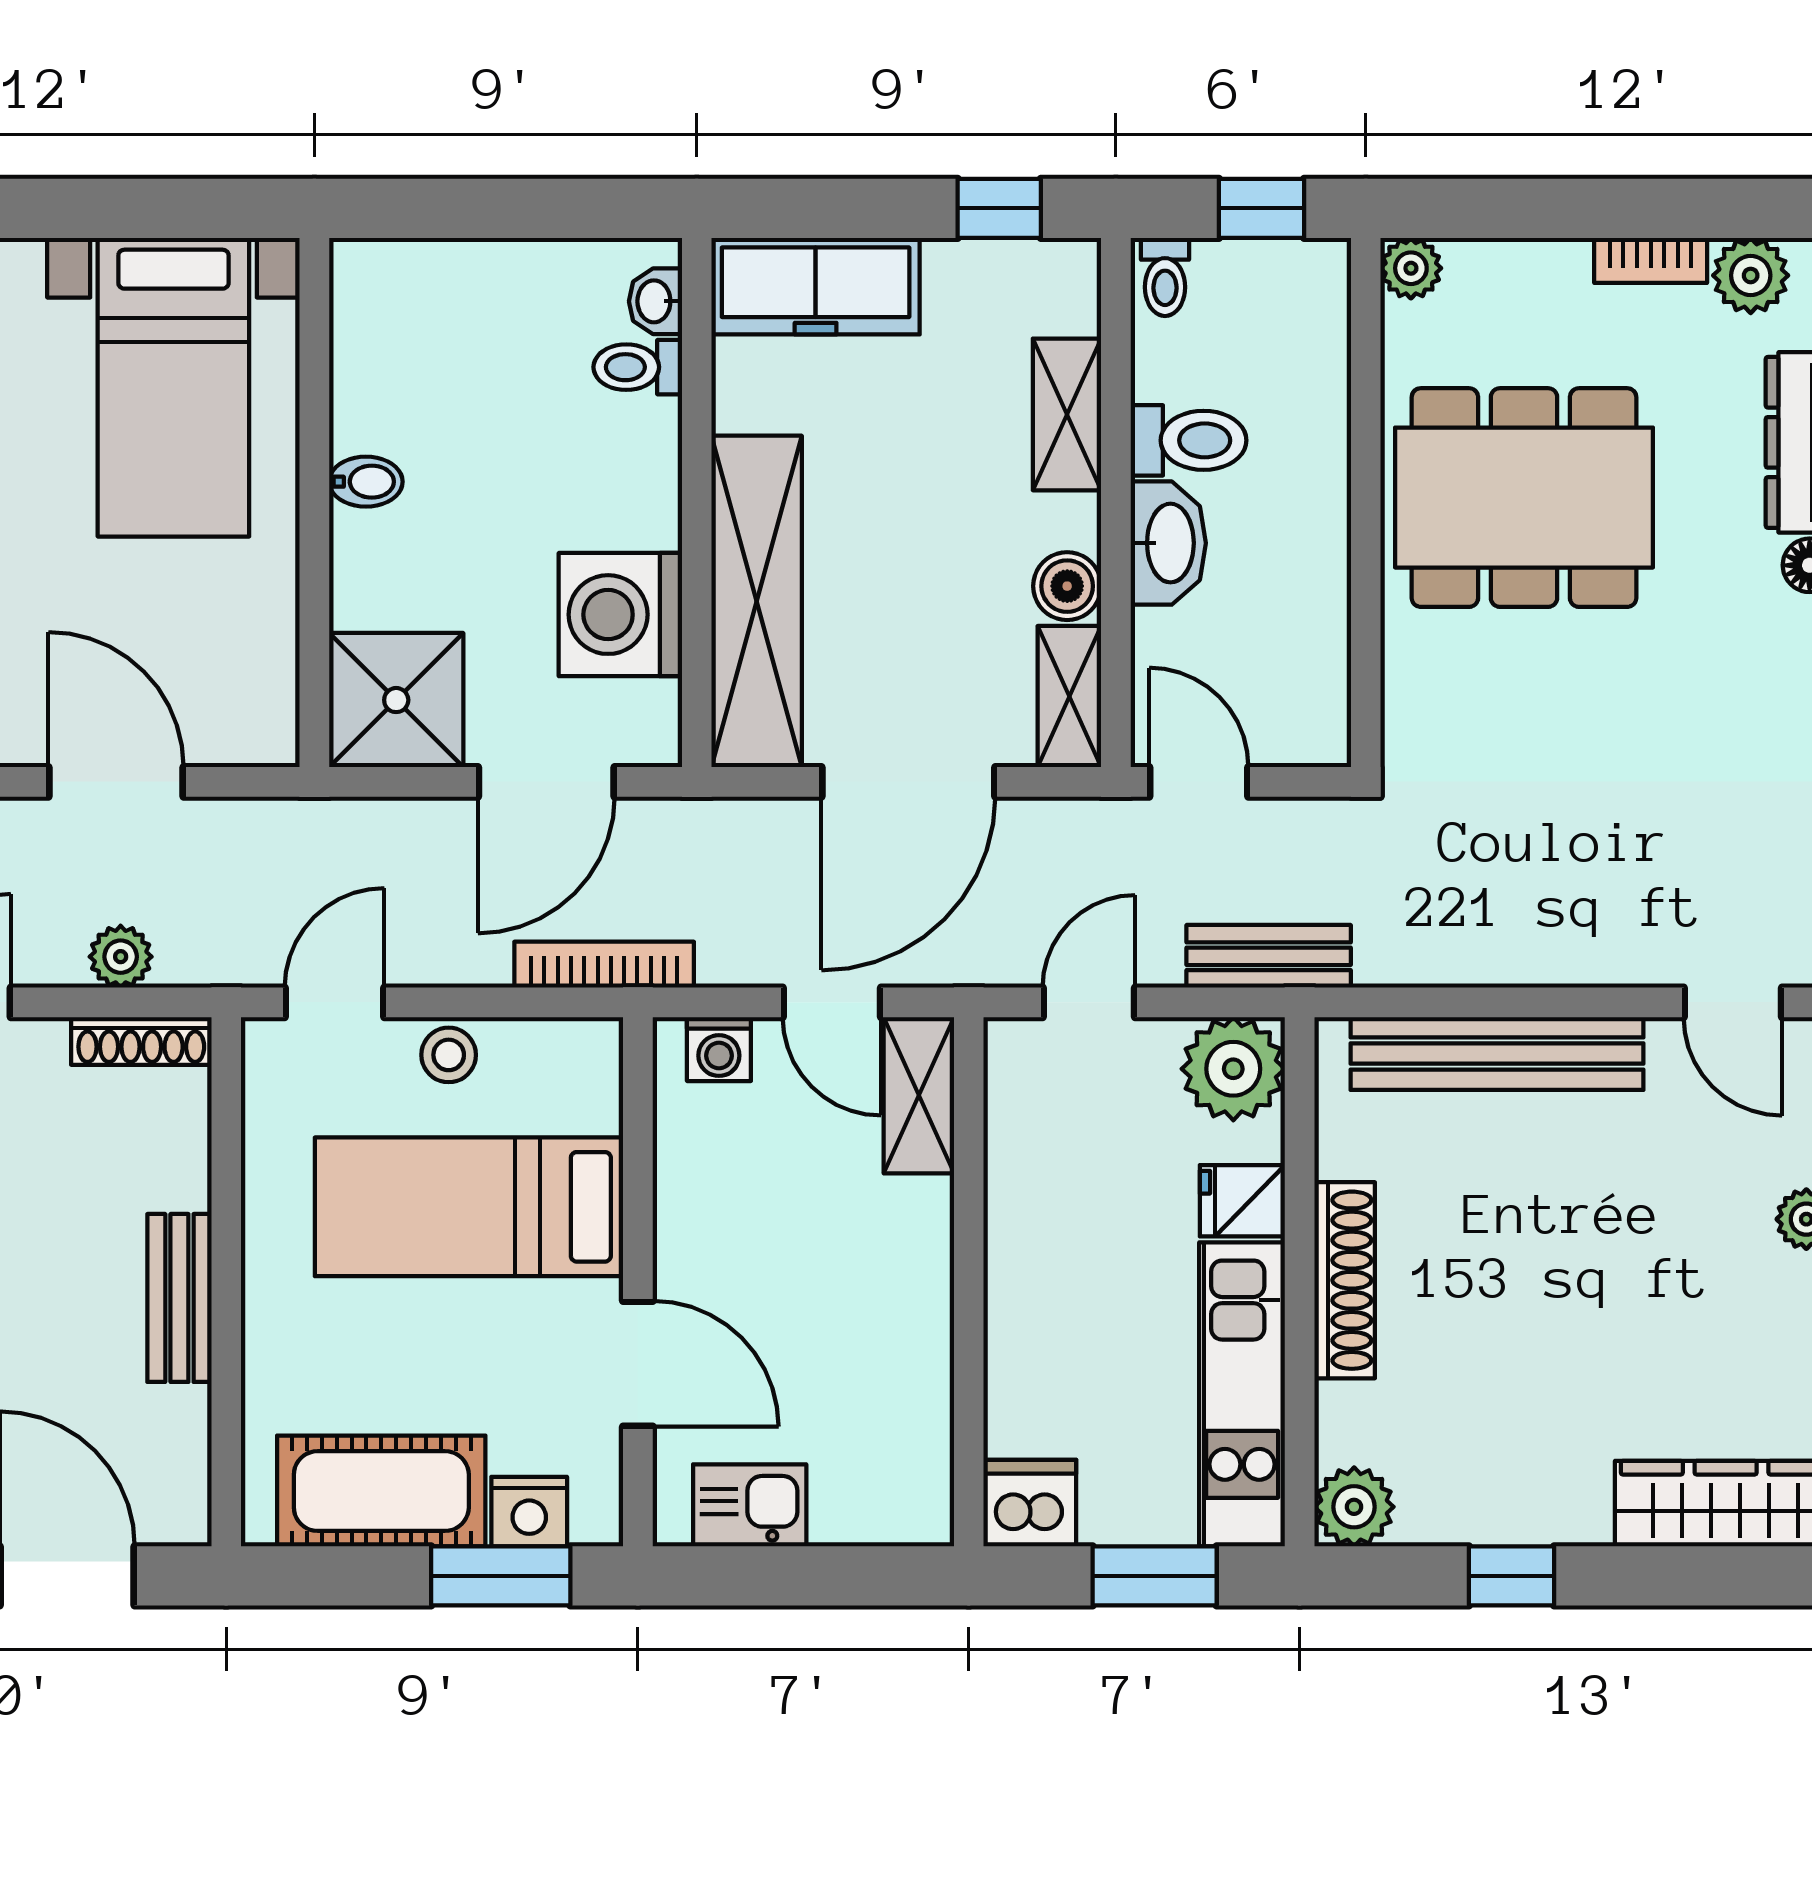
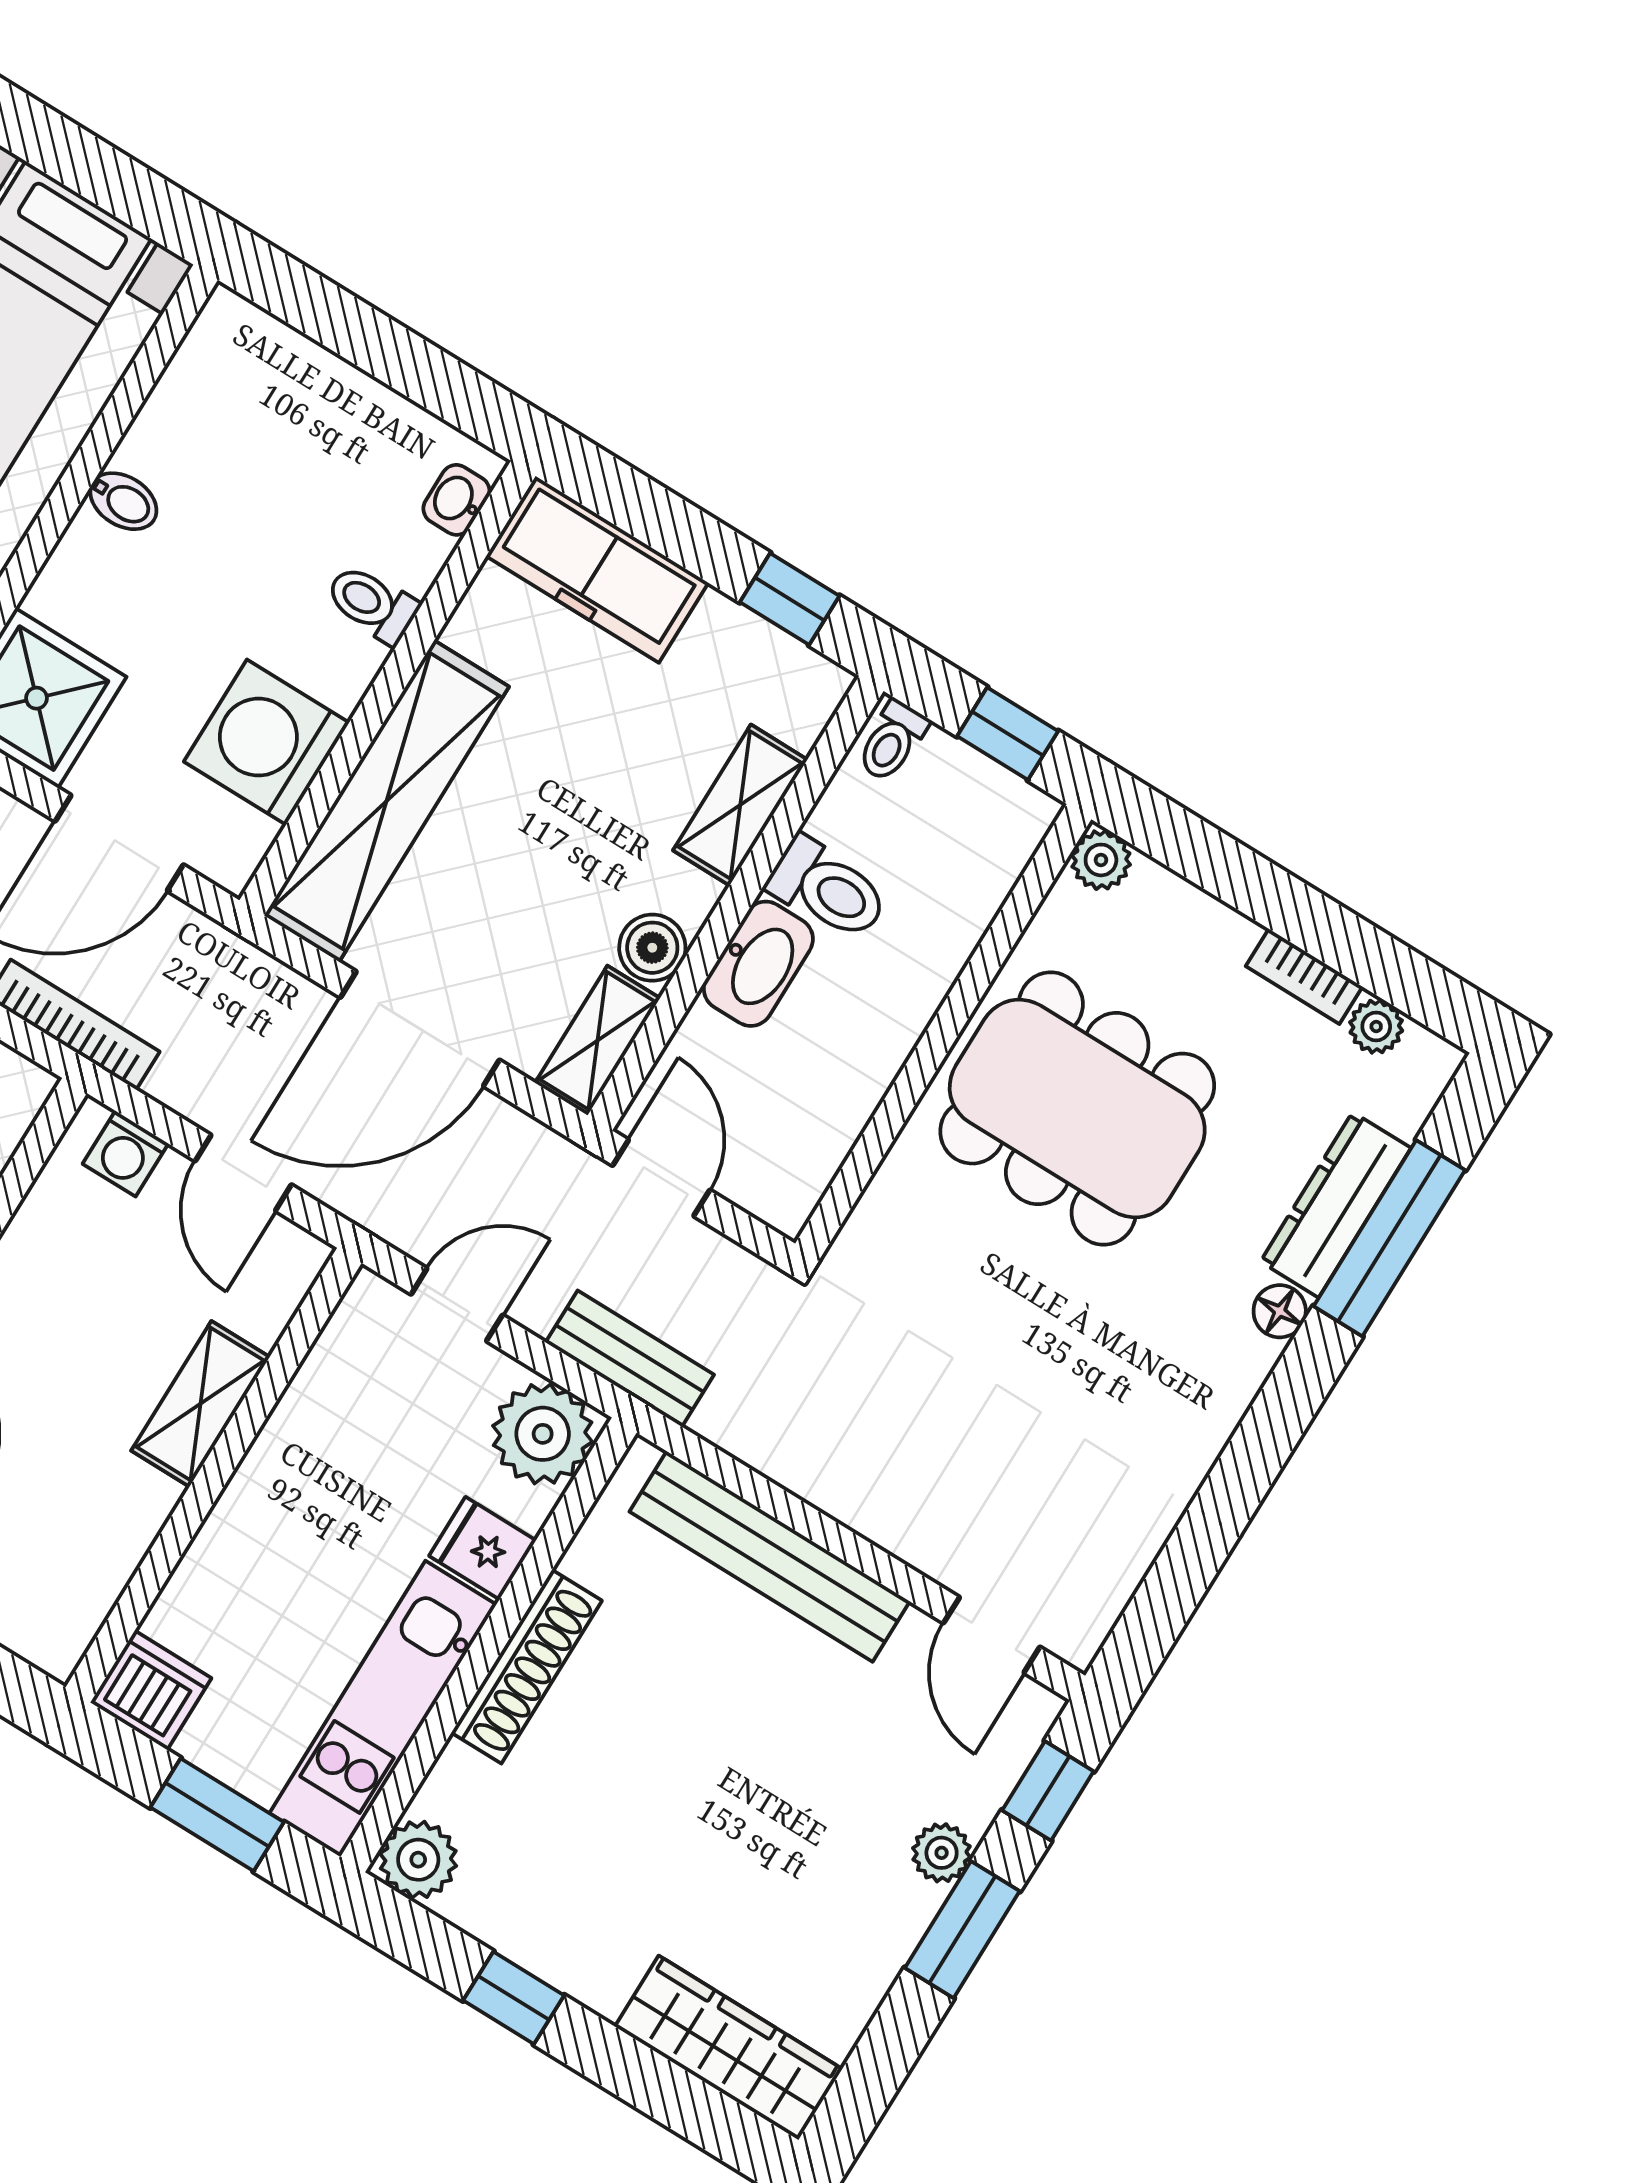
plant: (1751, 275) -> (1376, 1026), width x0.73, depth x0.73
toilet: (638, 367) -> (372, 604), moved
shelving: (919, 1095) -> (200, 1404), moved

